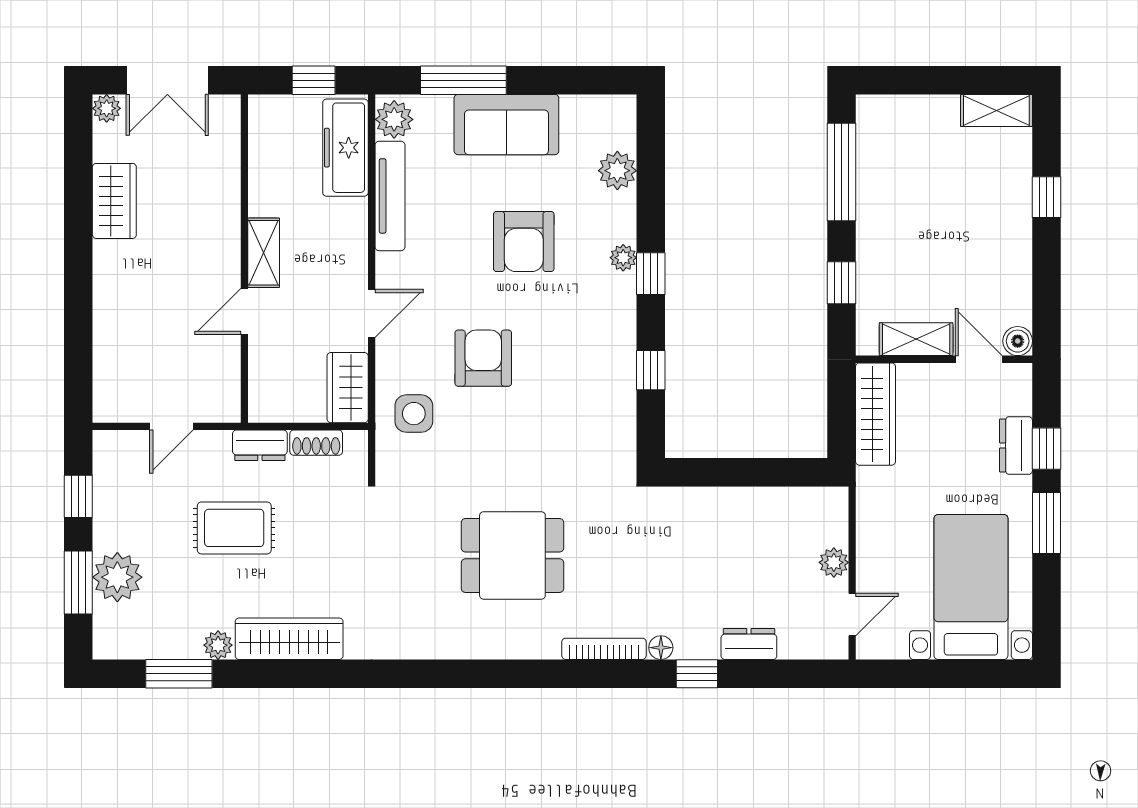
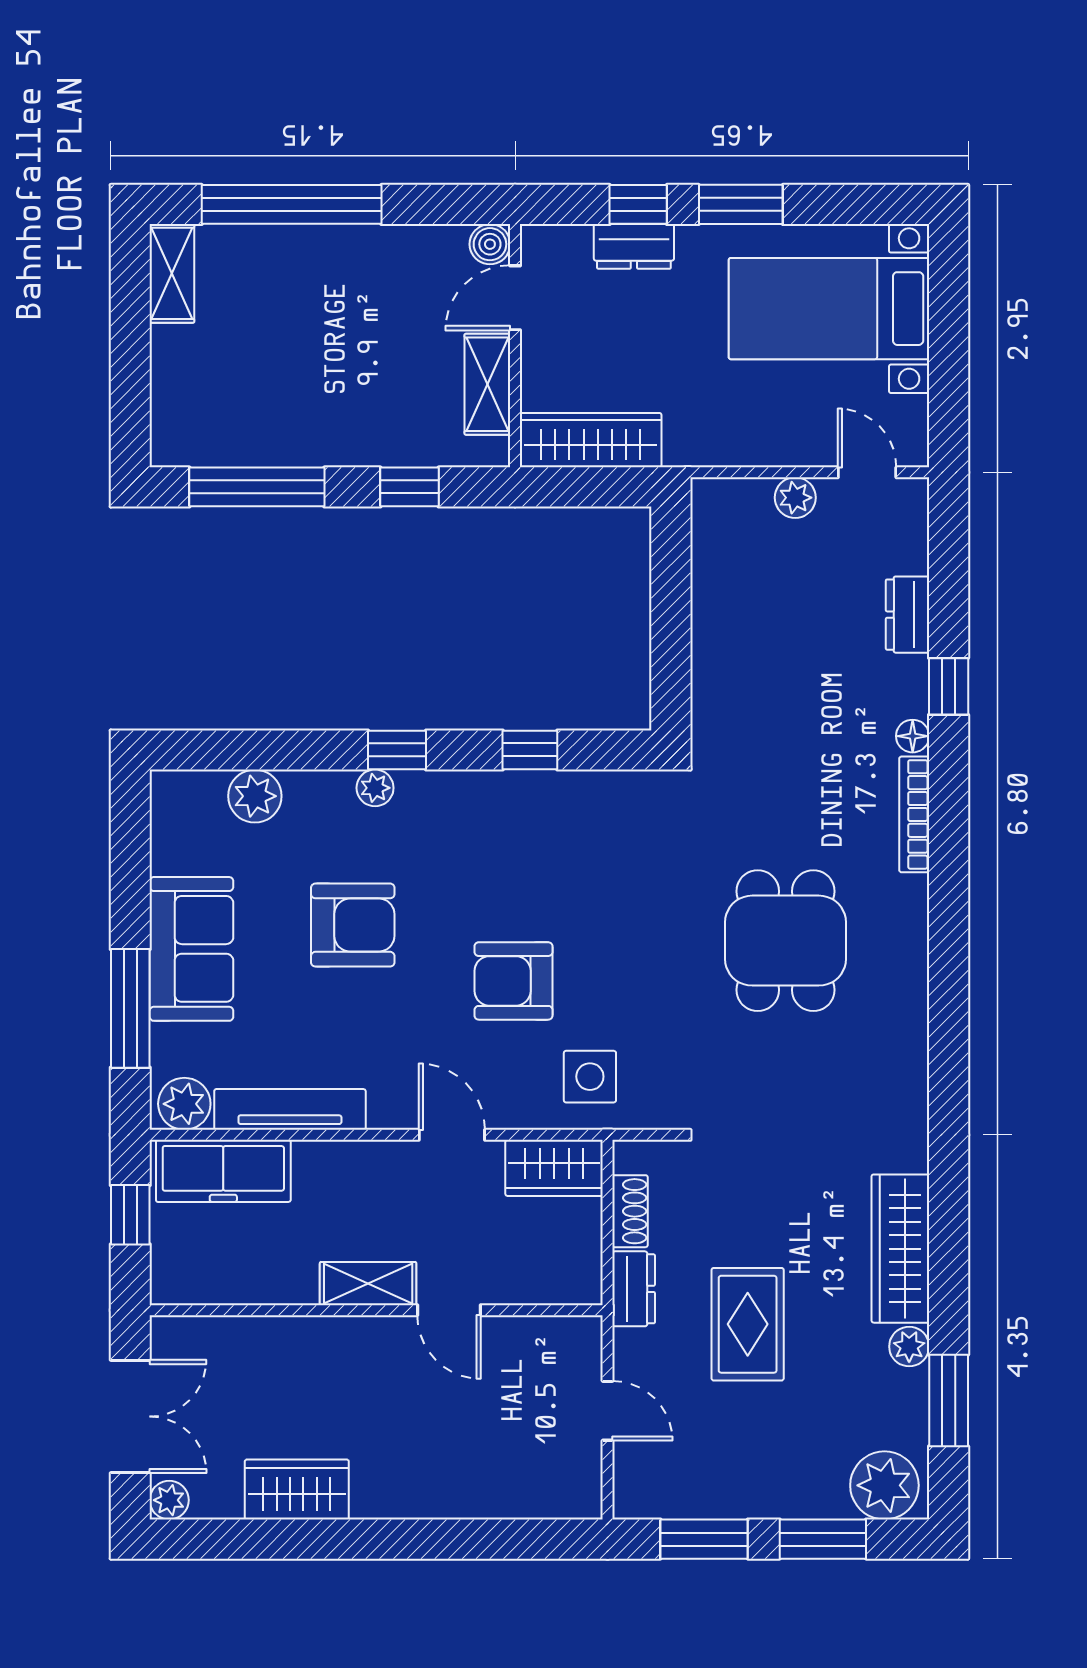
window: (1046, 197) -> (292, 204), width x3.17
window: (78, 496) -> (704, 1539), width x1.50
plant: (117, 577) -> (884, 1485), moved

